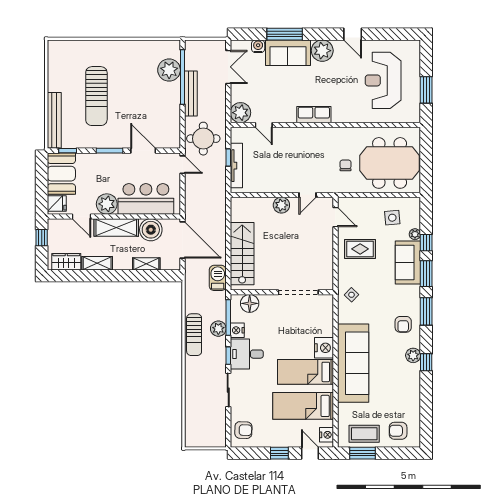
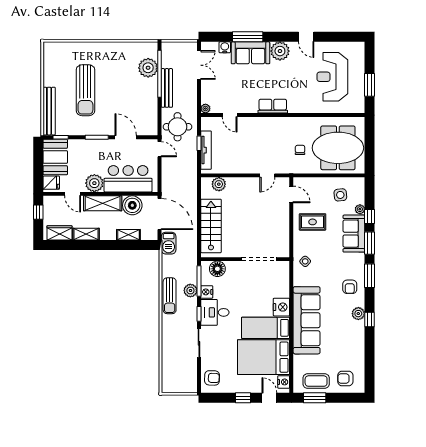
plant: (240, 113) -> (205, 109), width x0.53, depth x0.53
plant: (281, 205) -> (219, 184), moved
barbecue: (218, 278) -> (169, 243), moved, turned 180
bed: (303, 406) -> (264, 357), width x1.50

